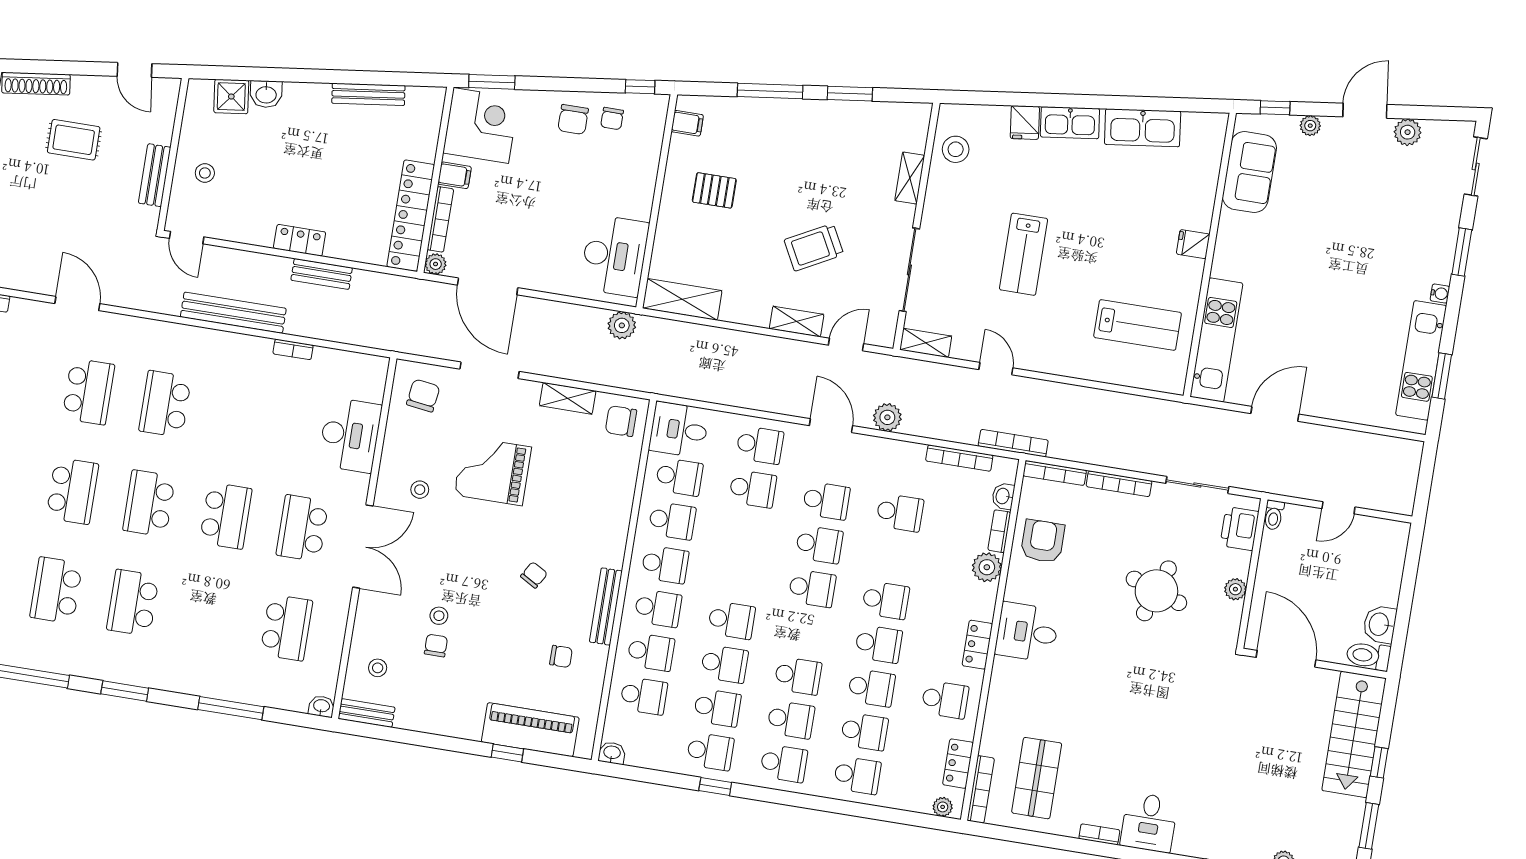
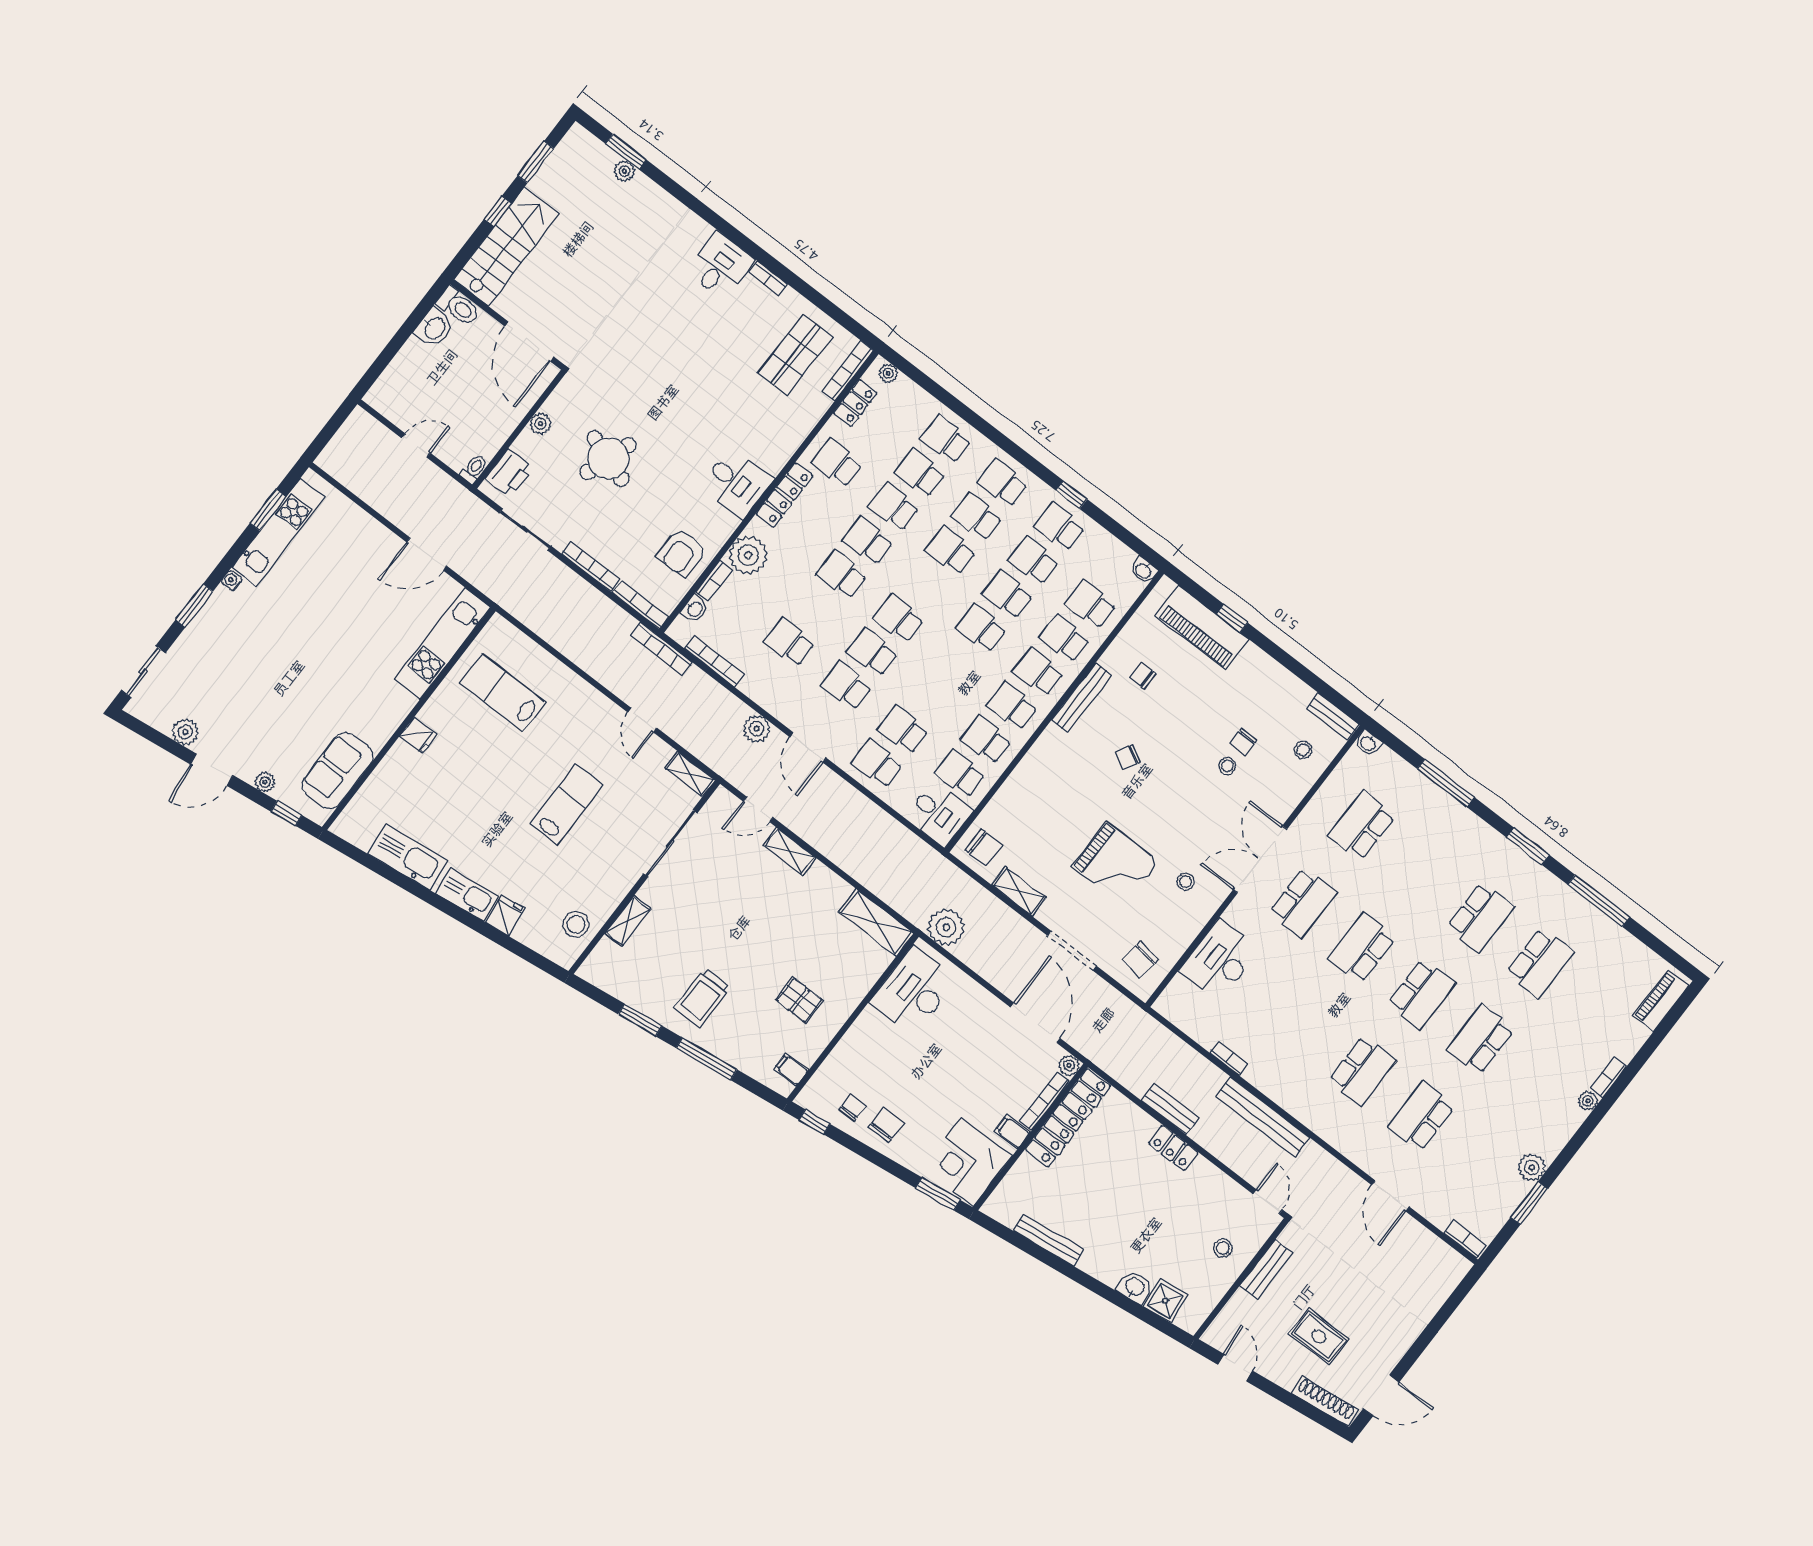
trolley: (814, 247) -> (702, 997), moved, turned 118
plant: (622, 325) -> (946, 927), width x1.36, depth x1.36
plant: (987, 567) -> (748, 555), width x1.36, depth x1.36
locker: (977, 645) -> (784, 495), width x1.53

